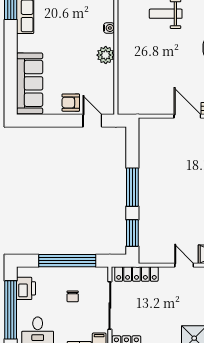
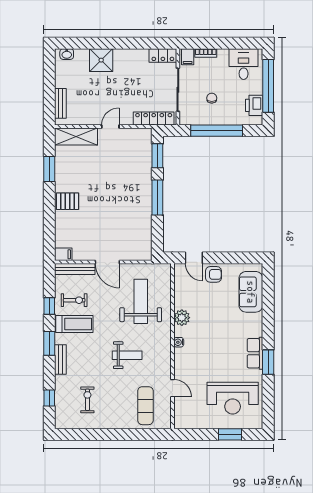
weight bench: (151, 73) -> (141, 301), added
sofa: (30, 83) -> (251, 292), width x0.73
door: (184, 265) -> (110, 127), swing flipped

